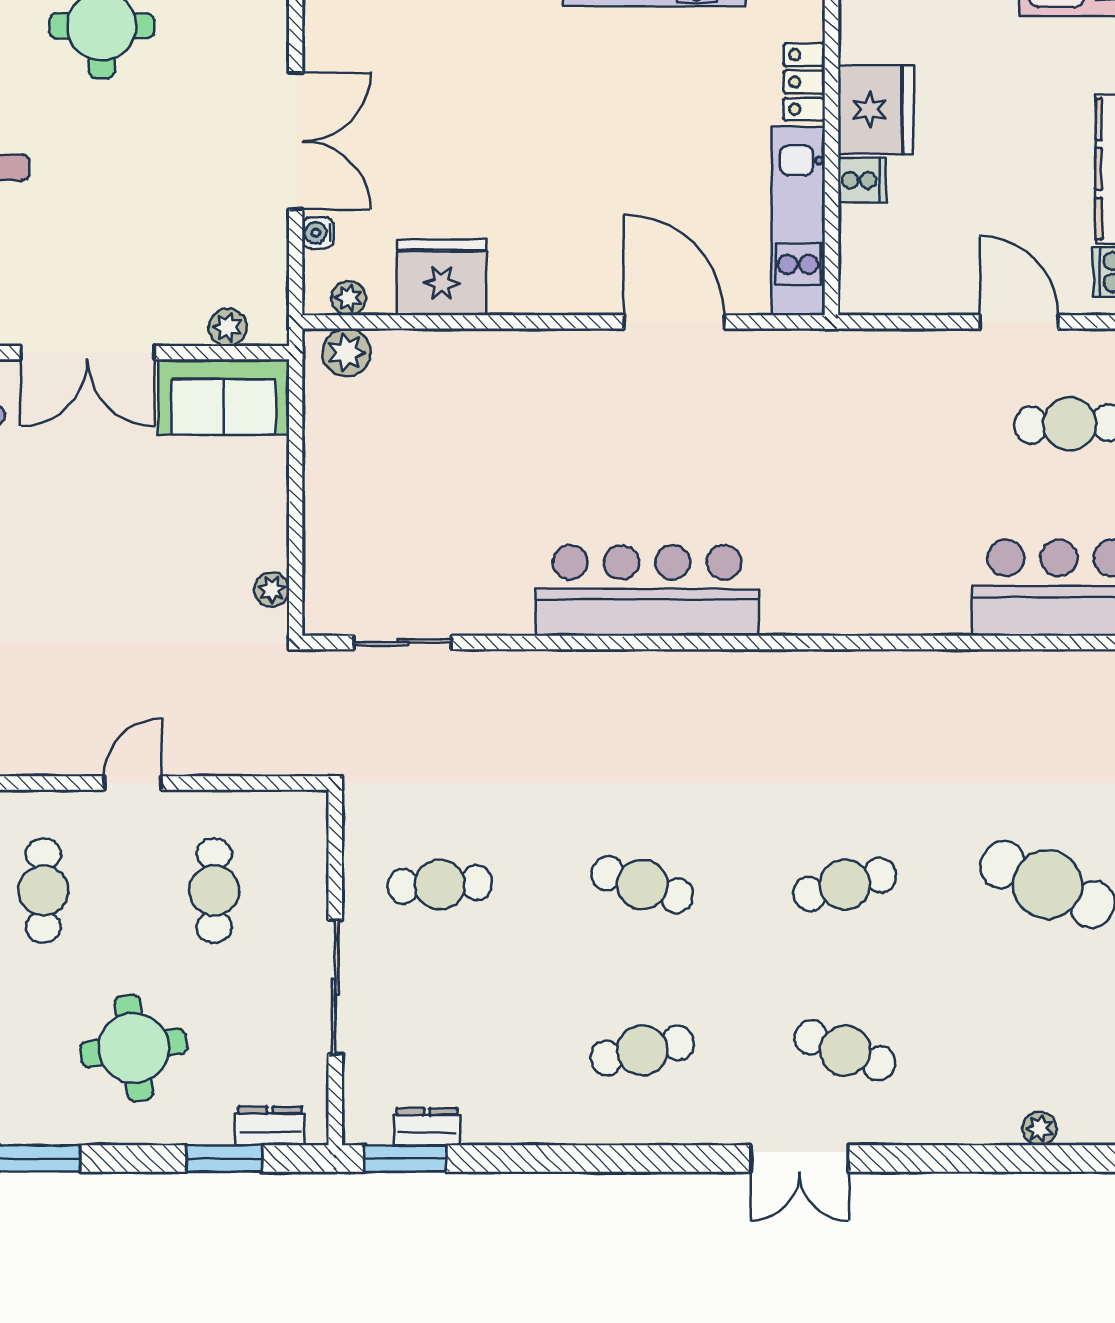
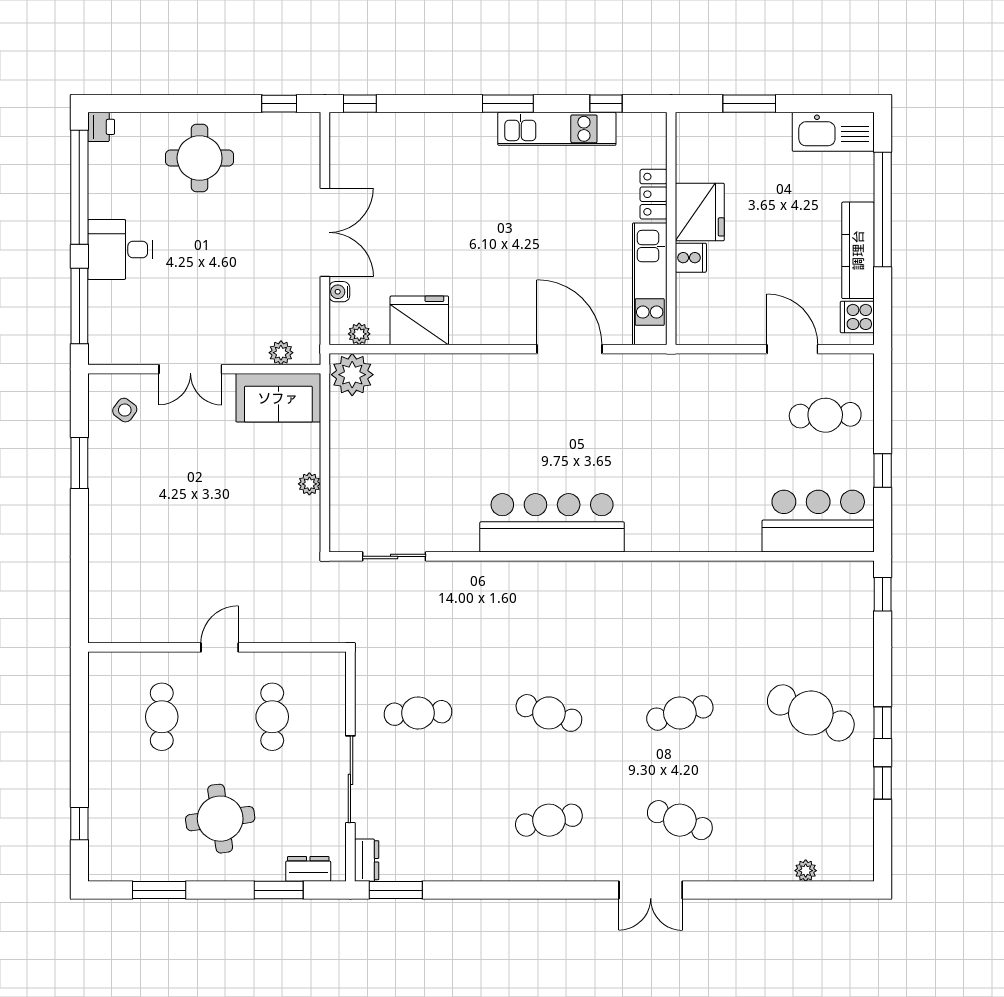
plant: (347, 352) -> (352, 375), width x1.36, depth x1.36
double door: (88, 353) -> (190, 369), width x0.73
plant: (272, 590) -> (309, 484), moved
dresser: (427, 1127) -> (367, 860), moved, turned 90

